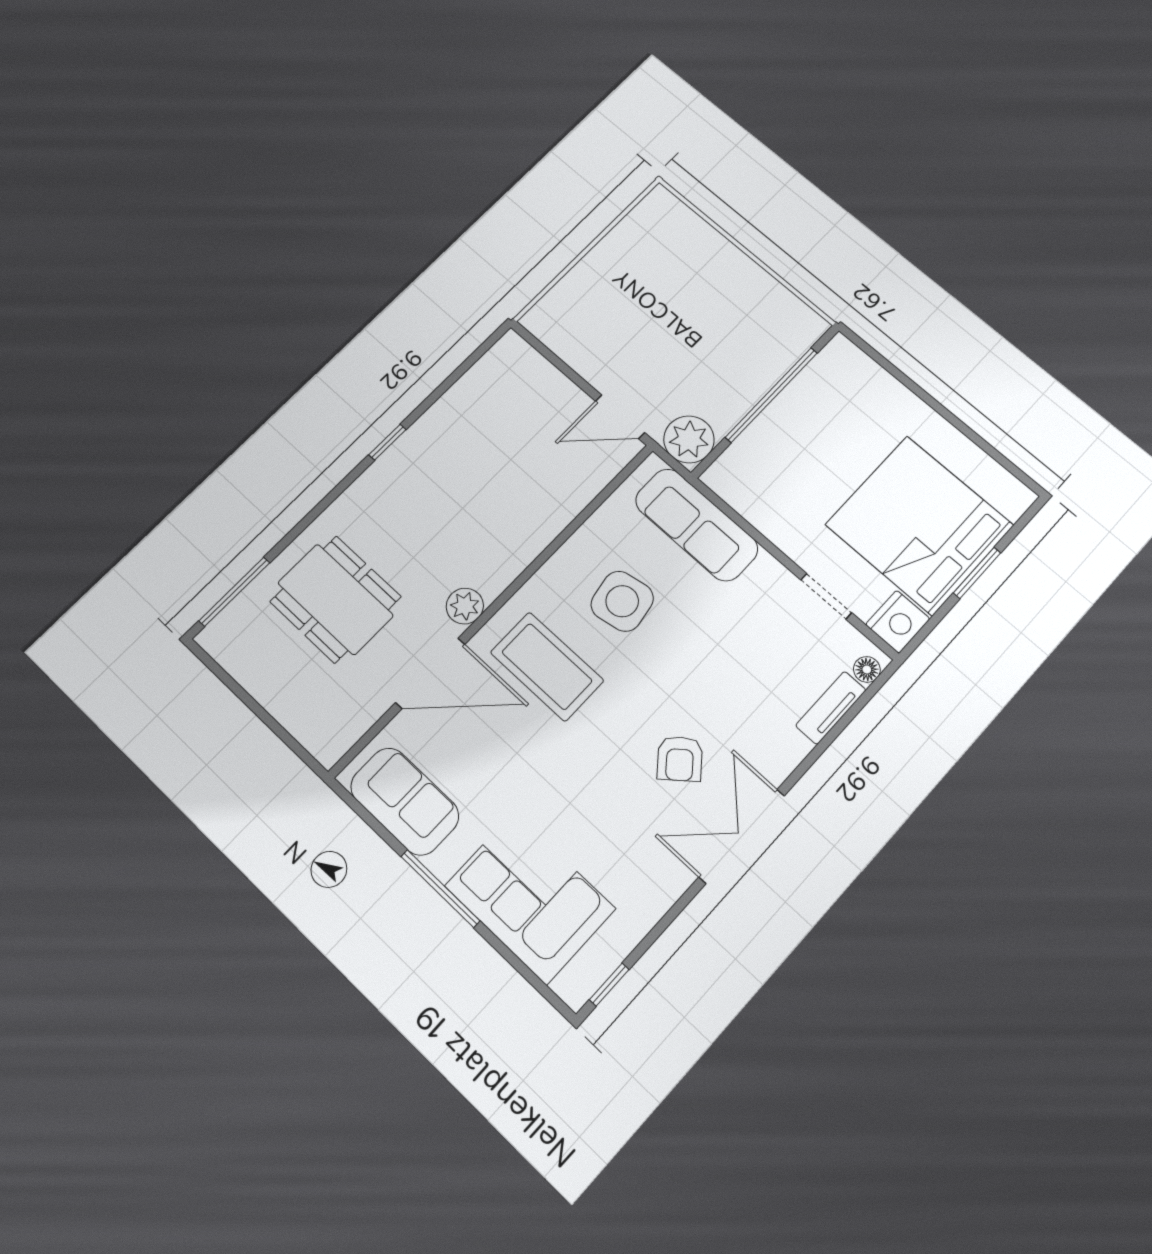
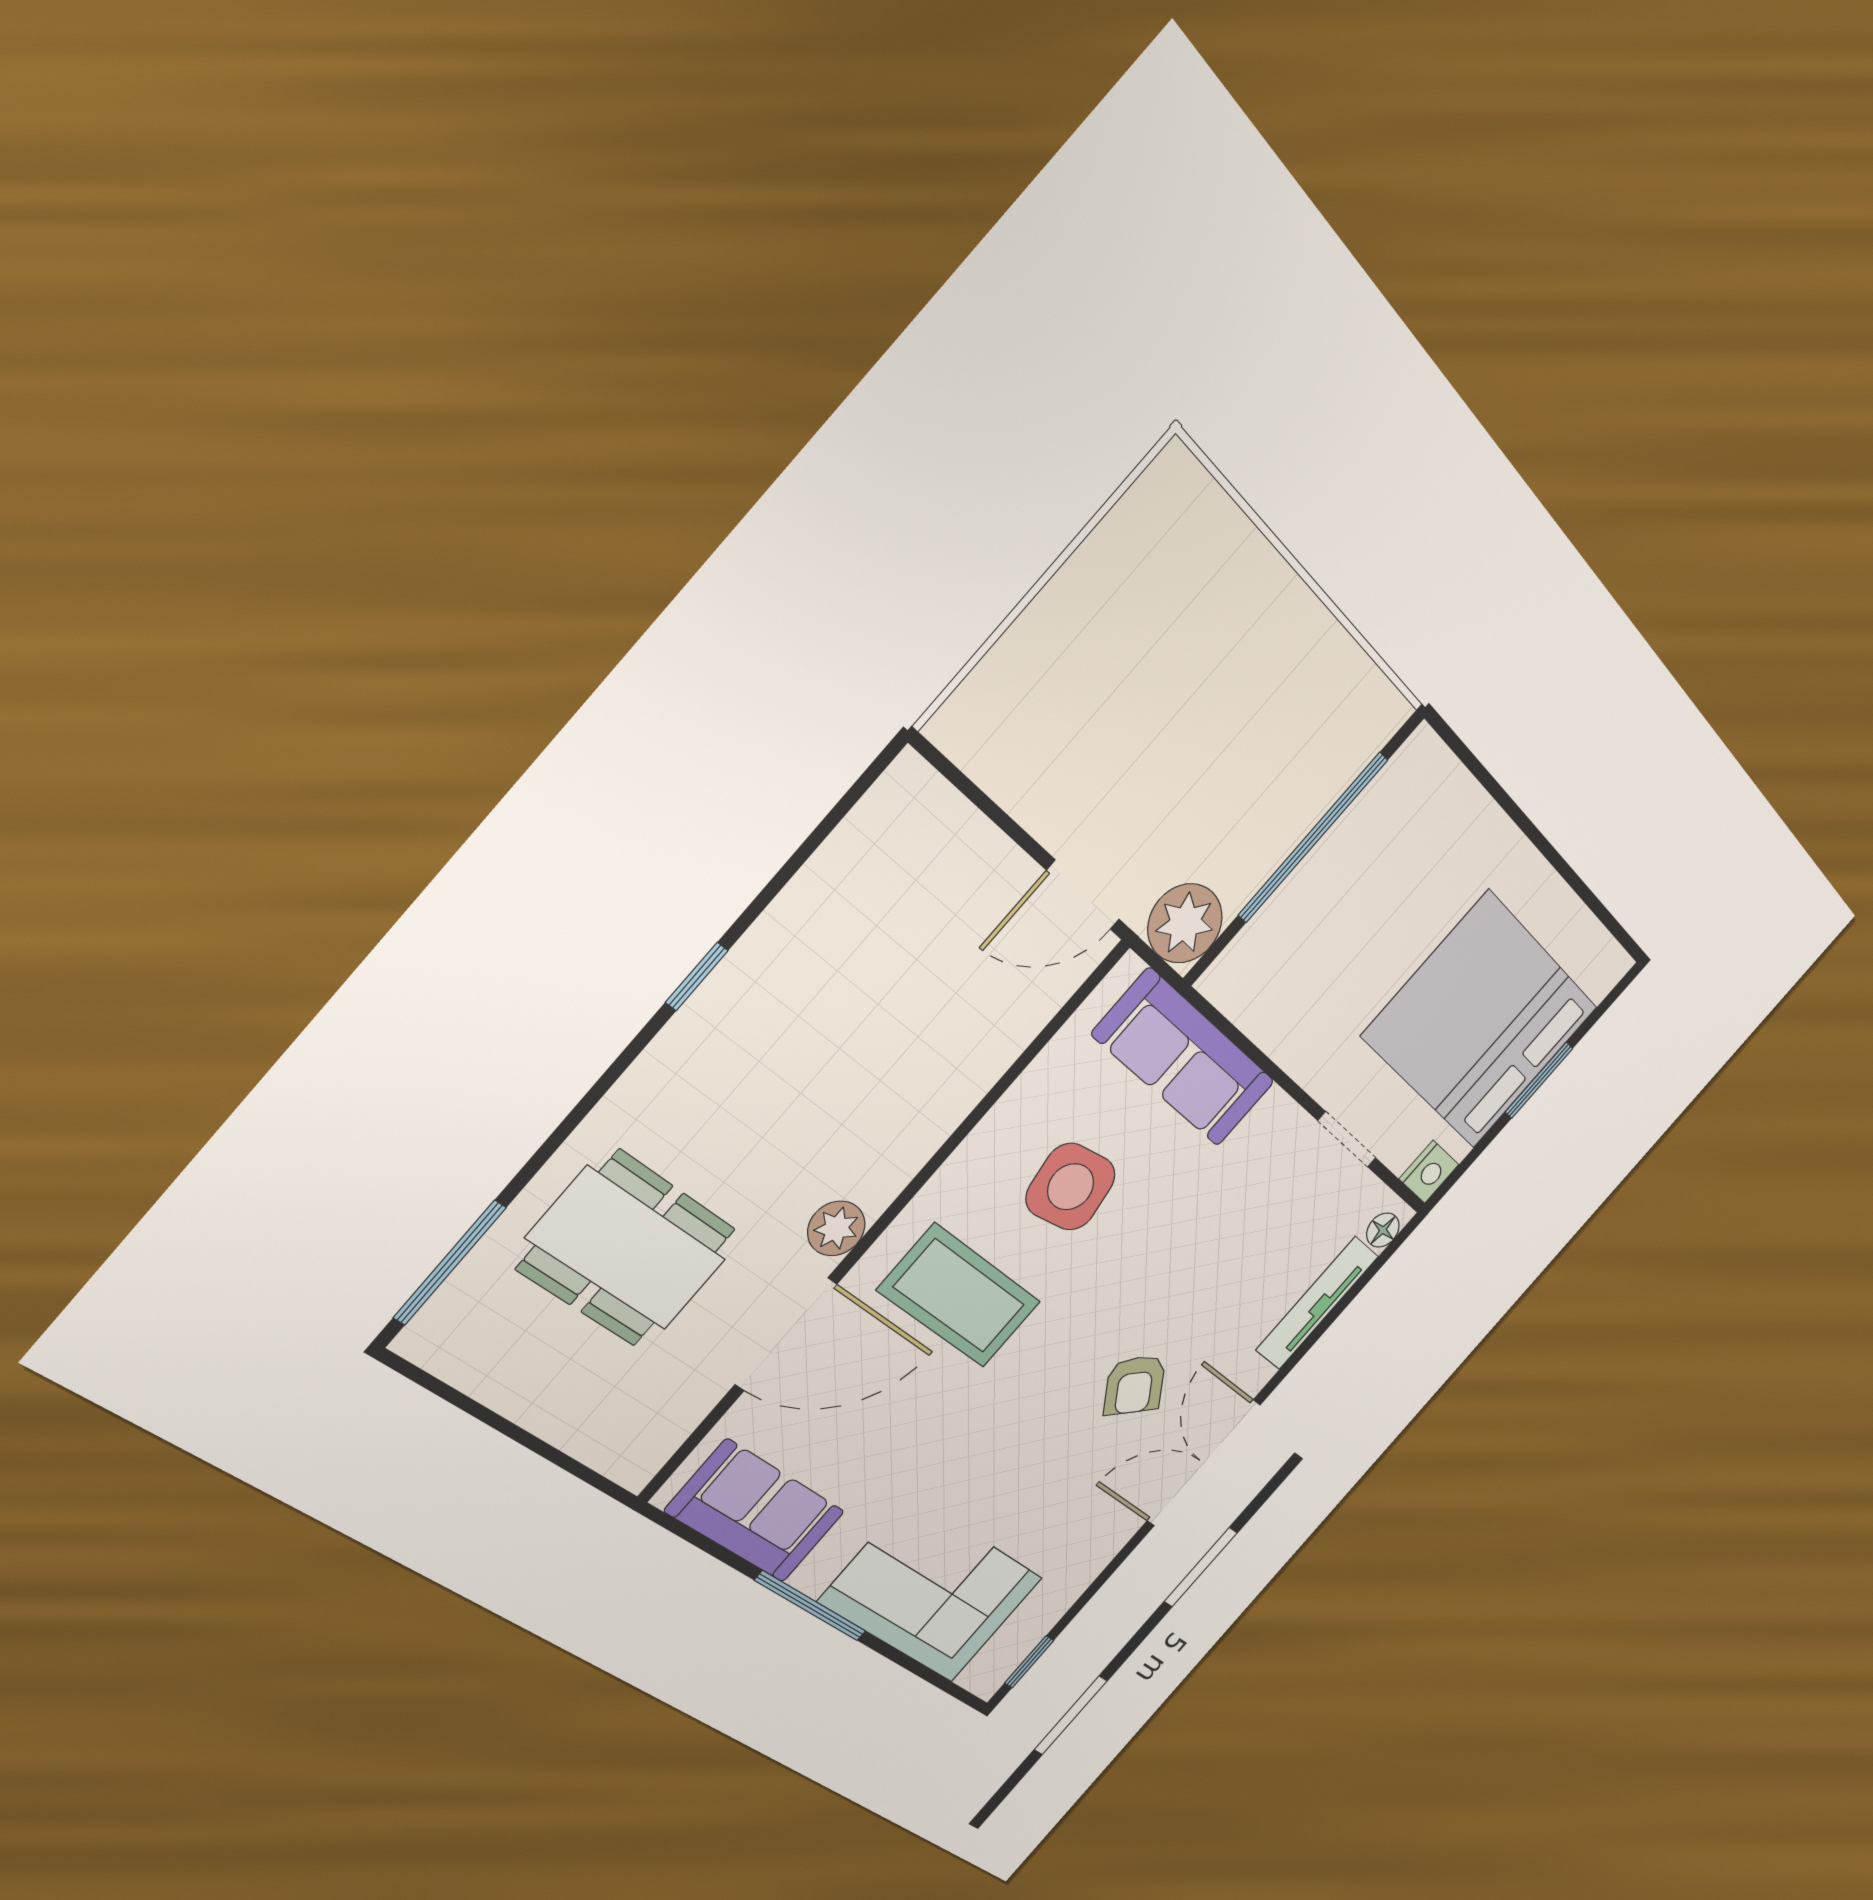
nightstand: (898, 622) -> (1429, 1172), width x0.74, depth x0.75
tv unit: (831, 708) -> (1317, 1303), width x1.41

